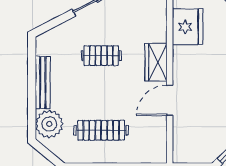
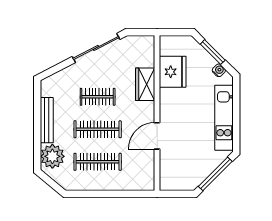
wardrobe: (156, 62) -> (145, 84), moved
clothes rail: (101, 93) -> (98, 129), added

